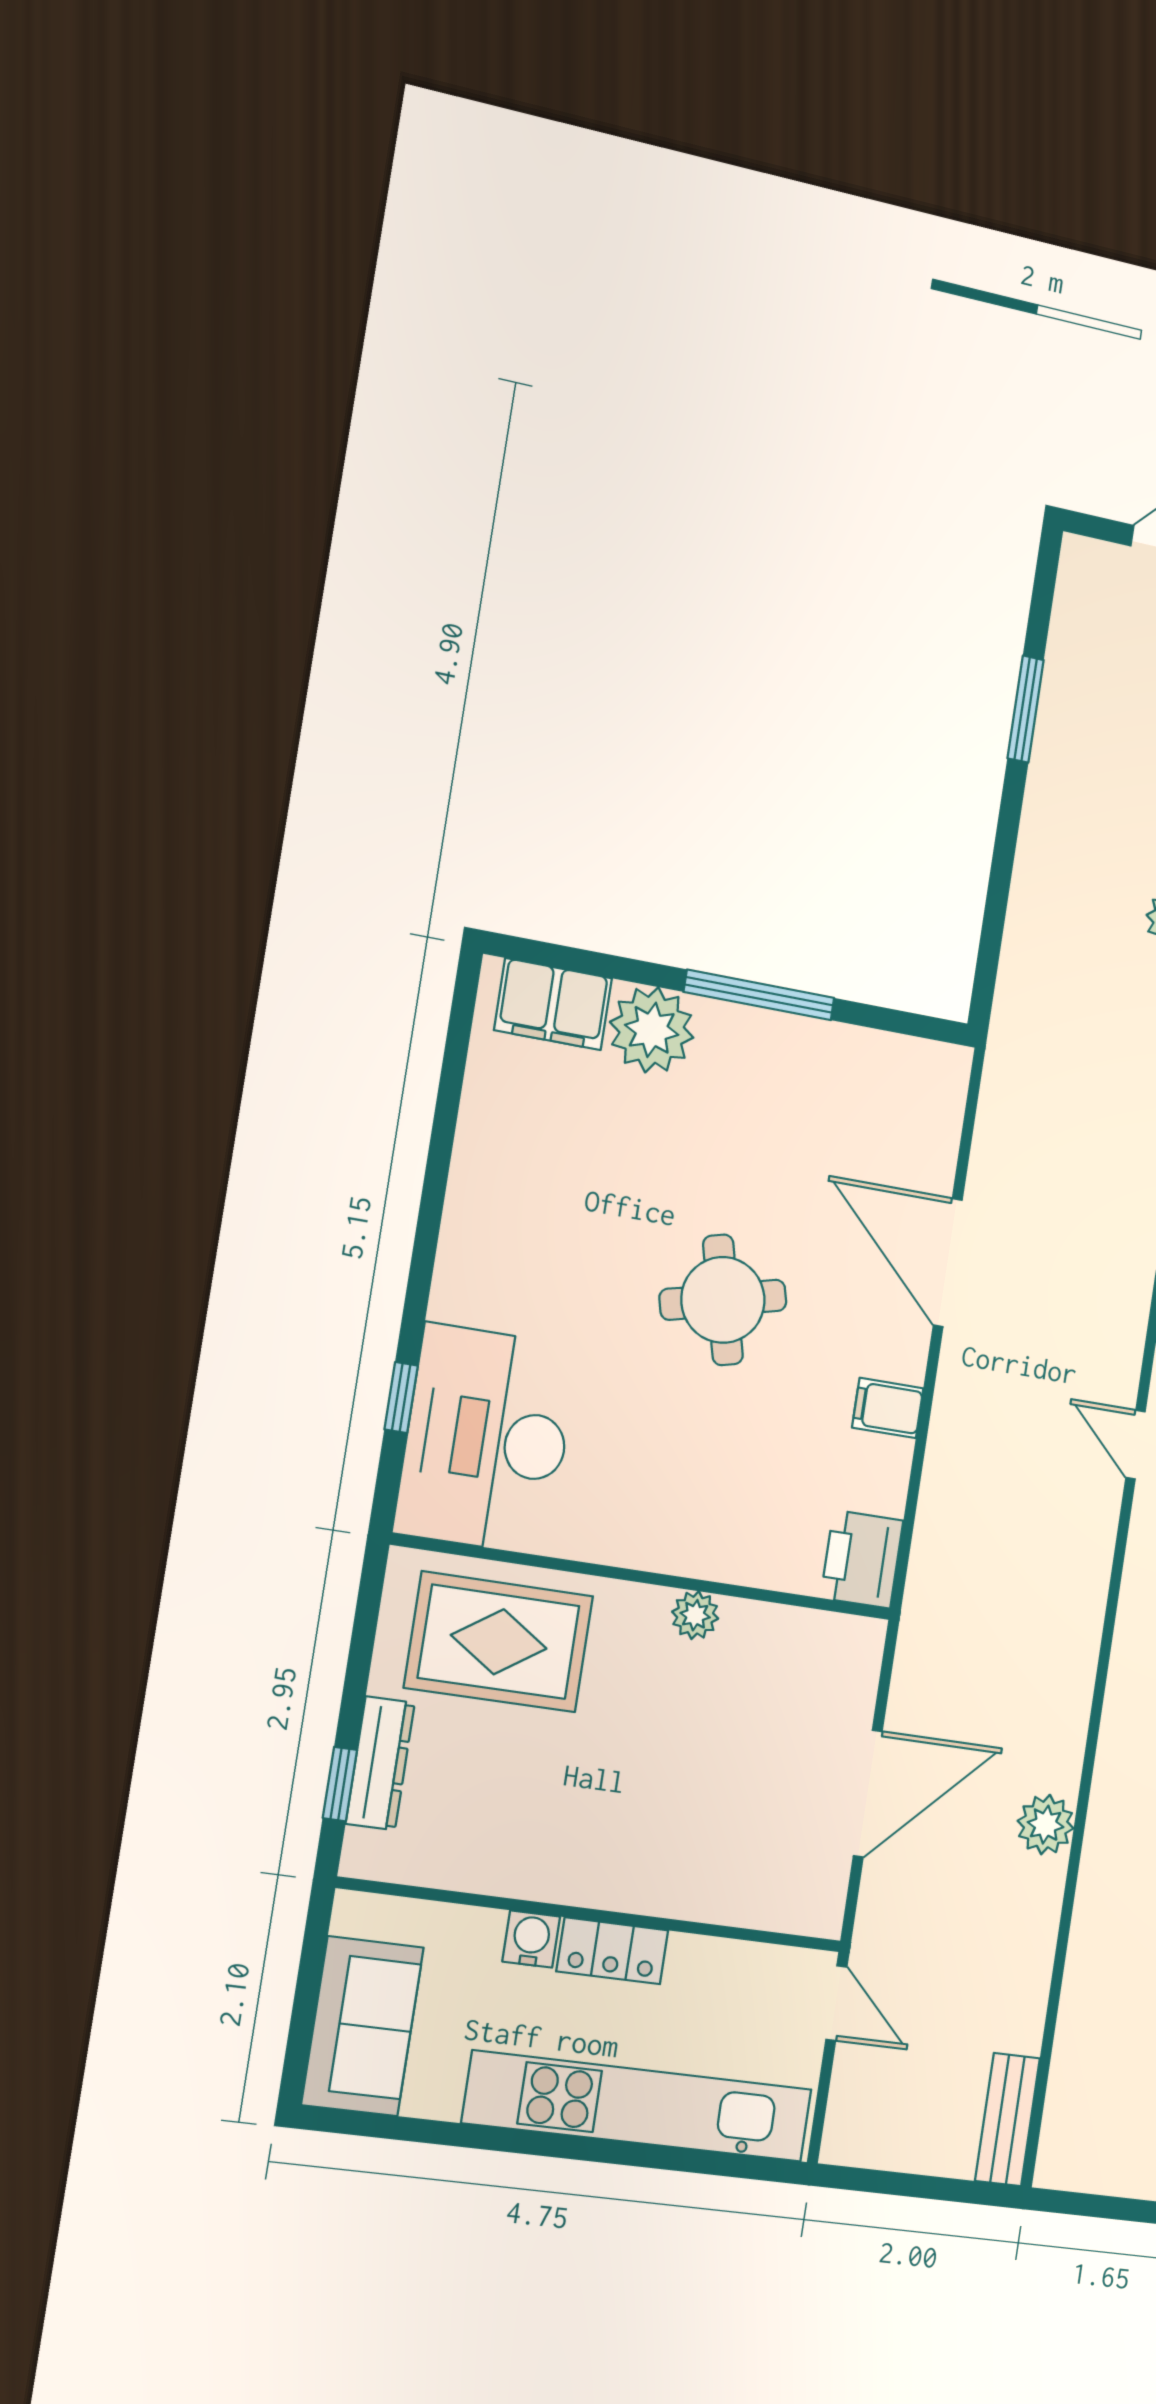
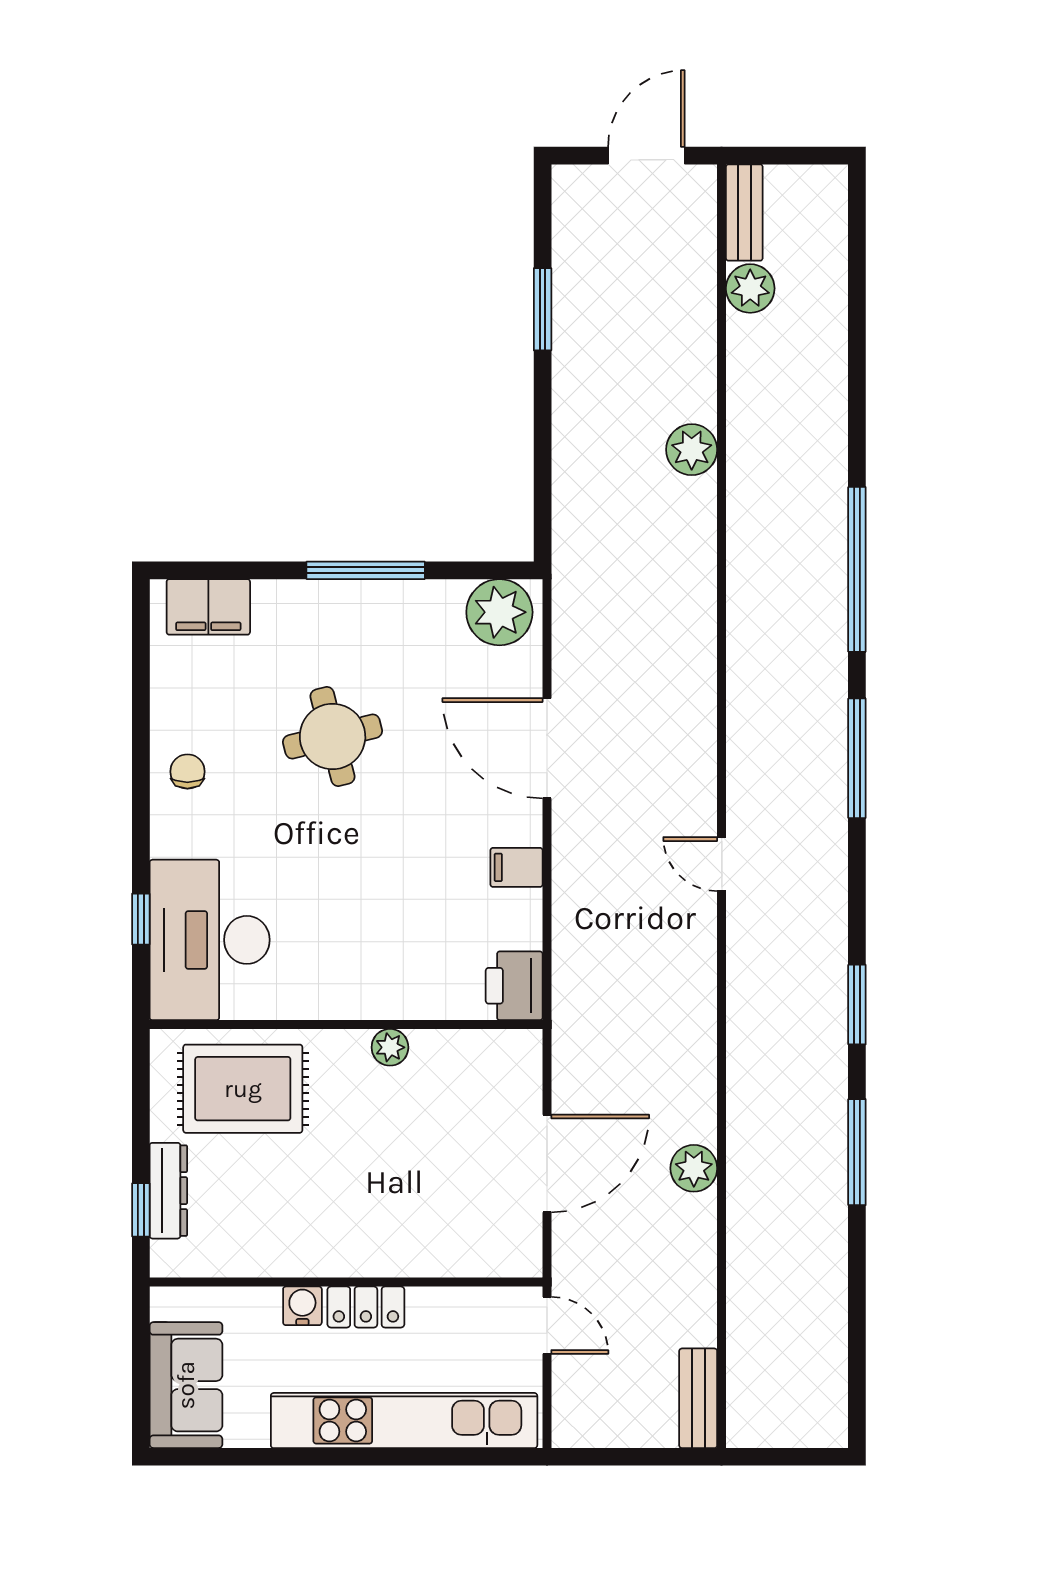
plant: (652, 1030) -> (499, 612), moved
chair: (492, 1214) -> (187, 772), added
round table: (723, 1300) -> (333, 736), moved

